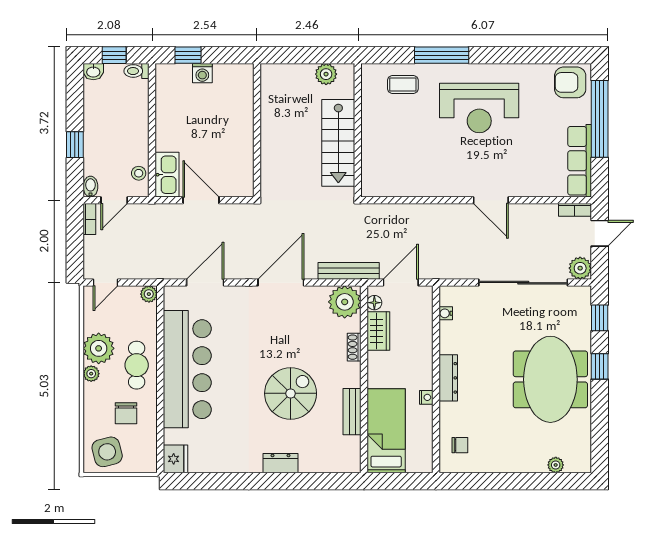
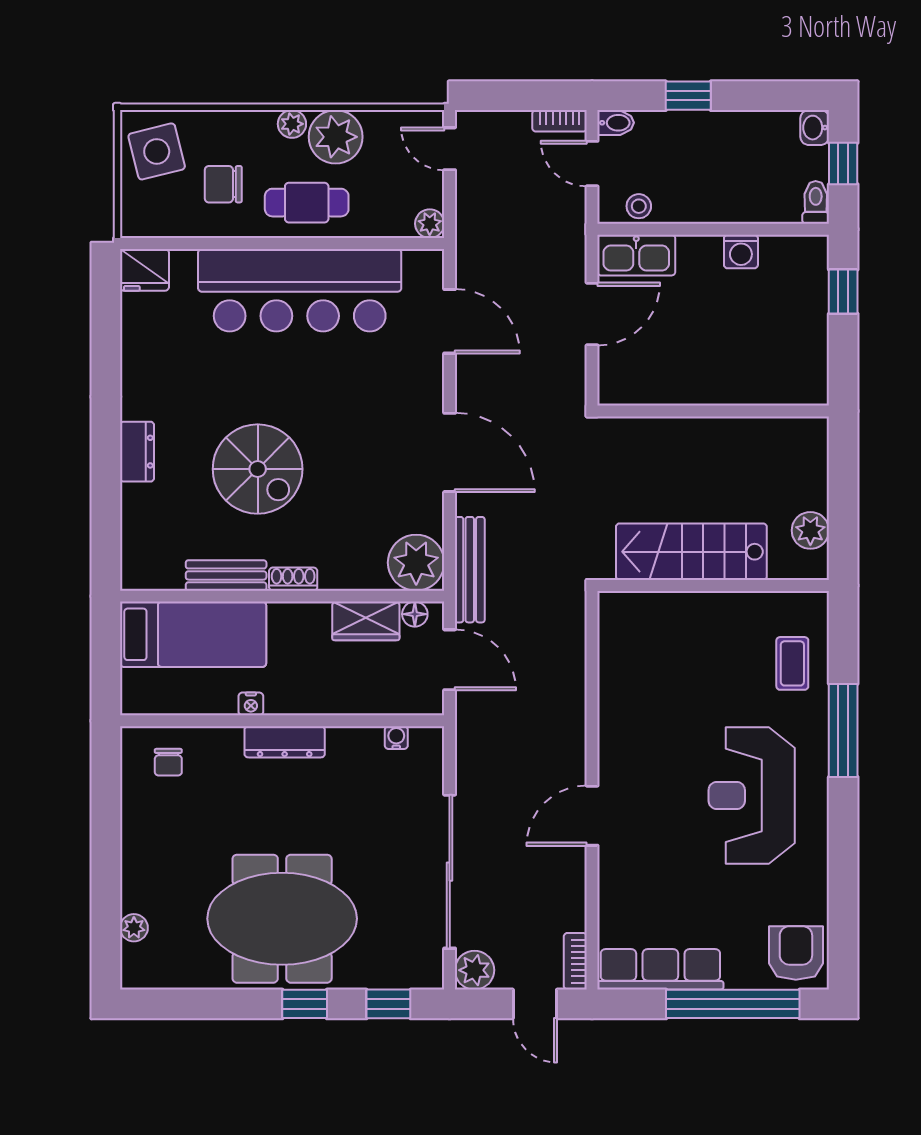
washing machine: (202, 73) -> (741, 252), moved, turned -90
shoe rack: (354, 347) -> (293, 579), moved

